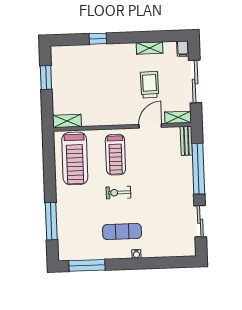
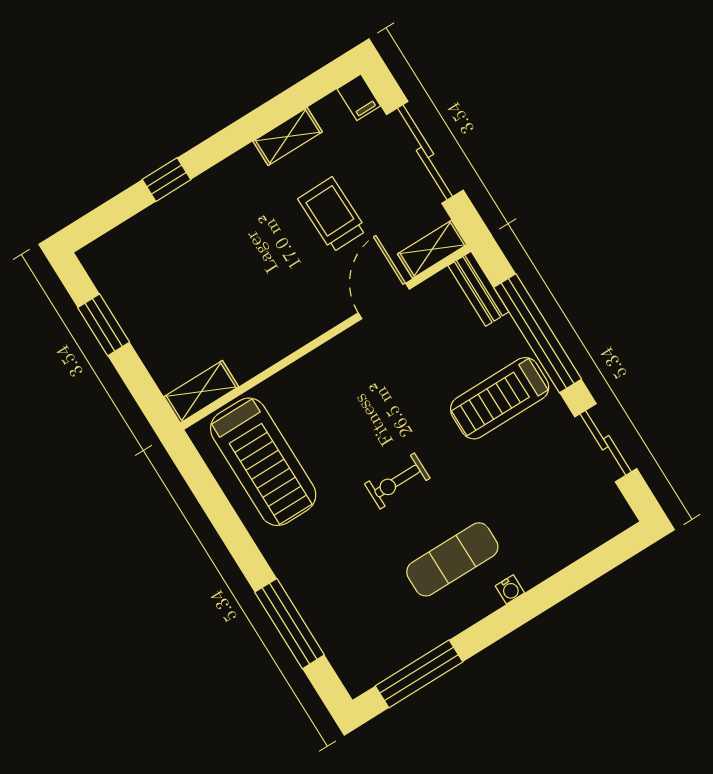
treadmill: (115, 155) -> (500, 398), moved, turned 90

